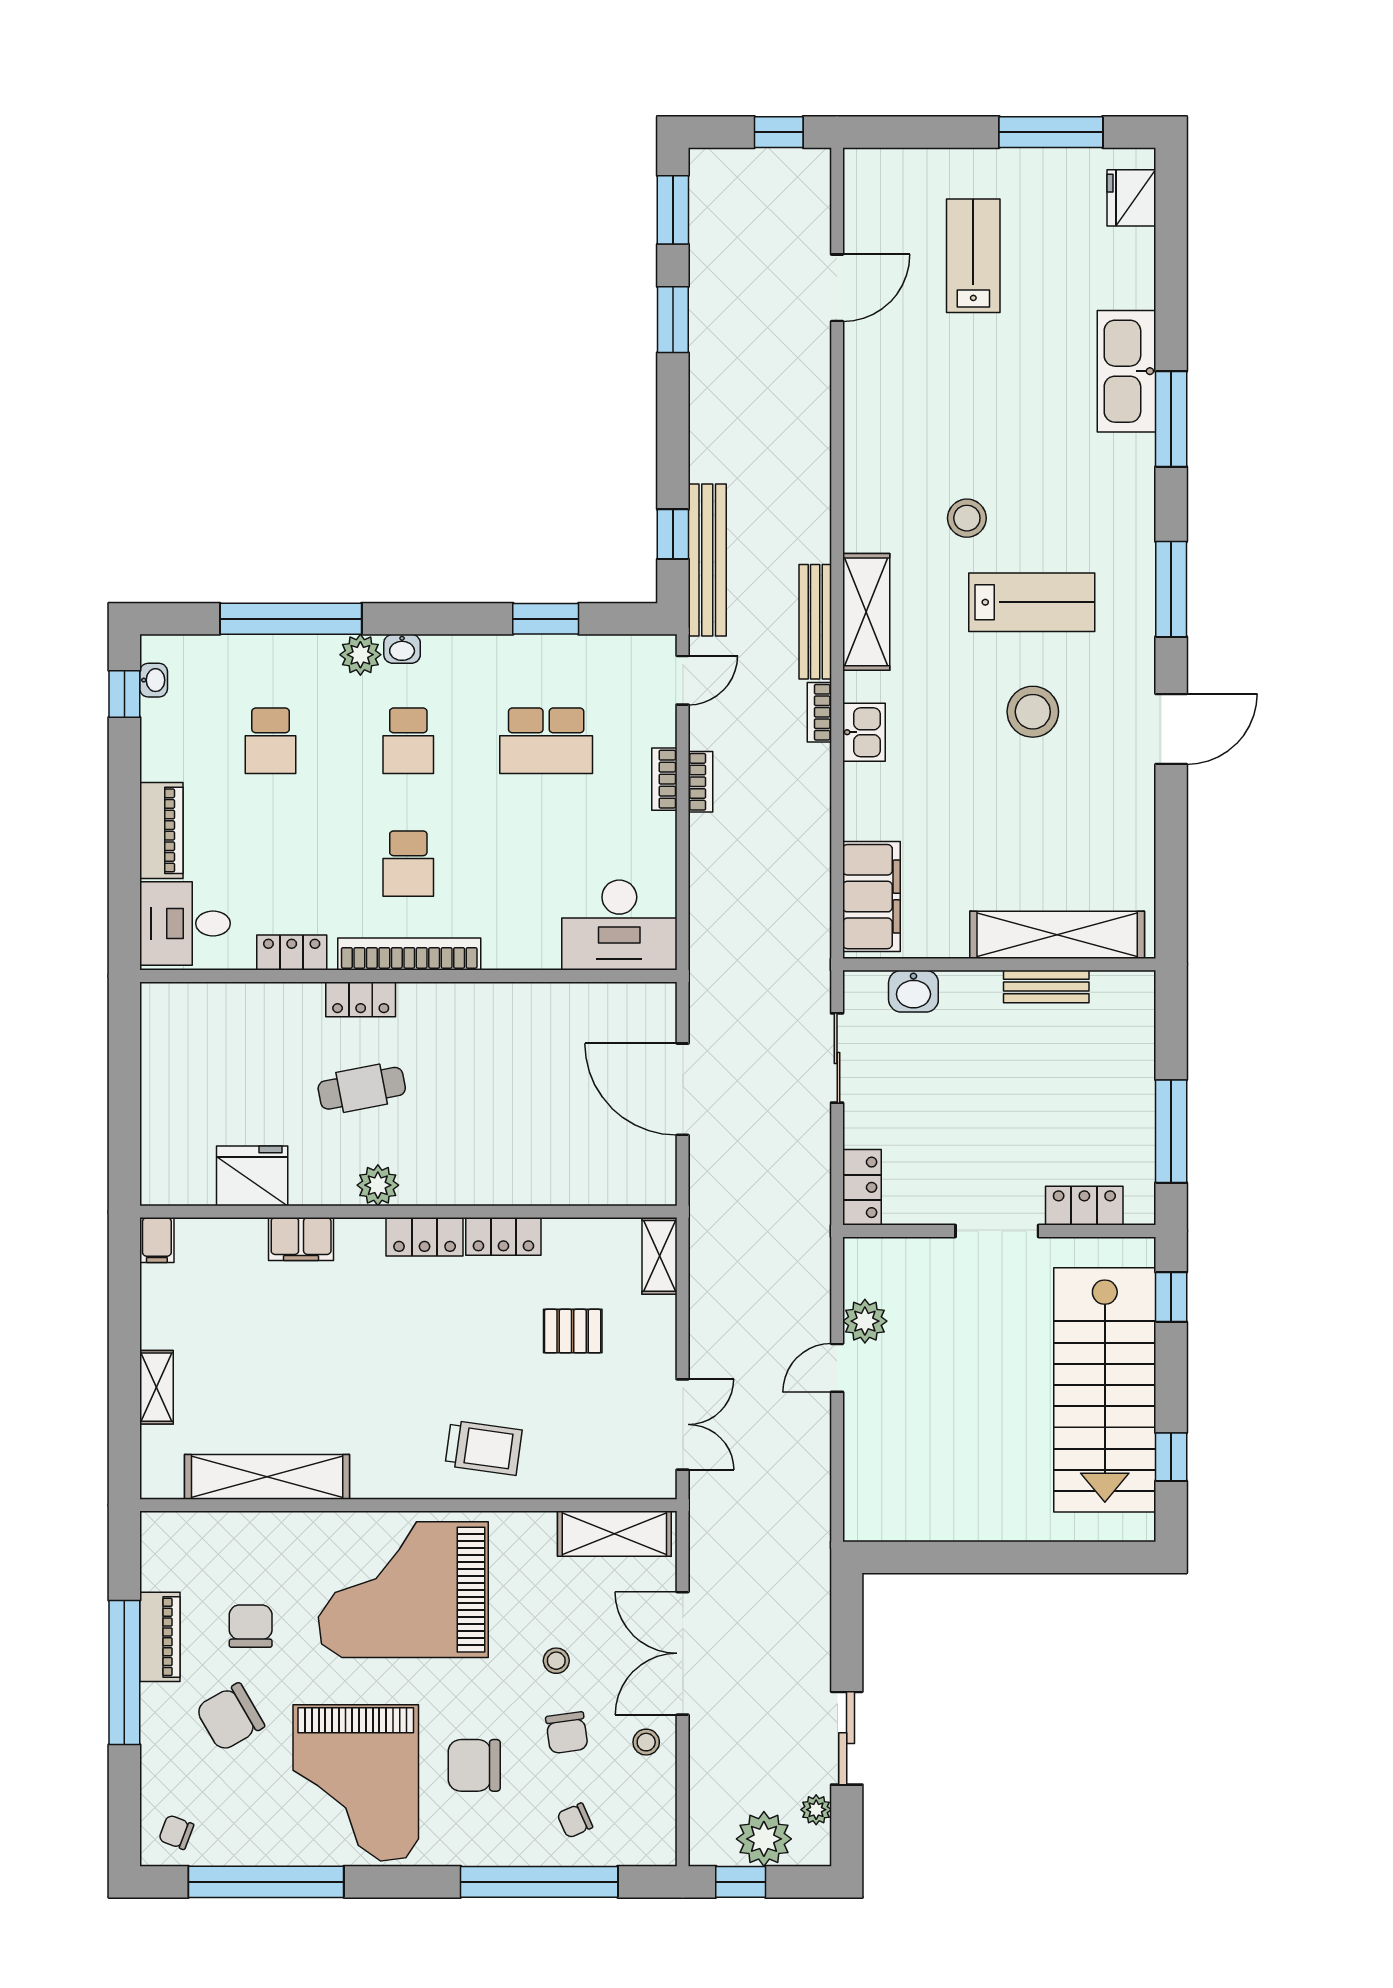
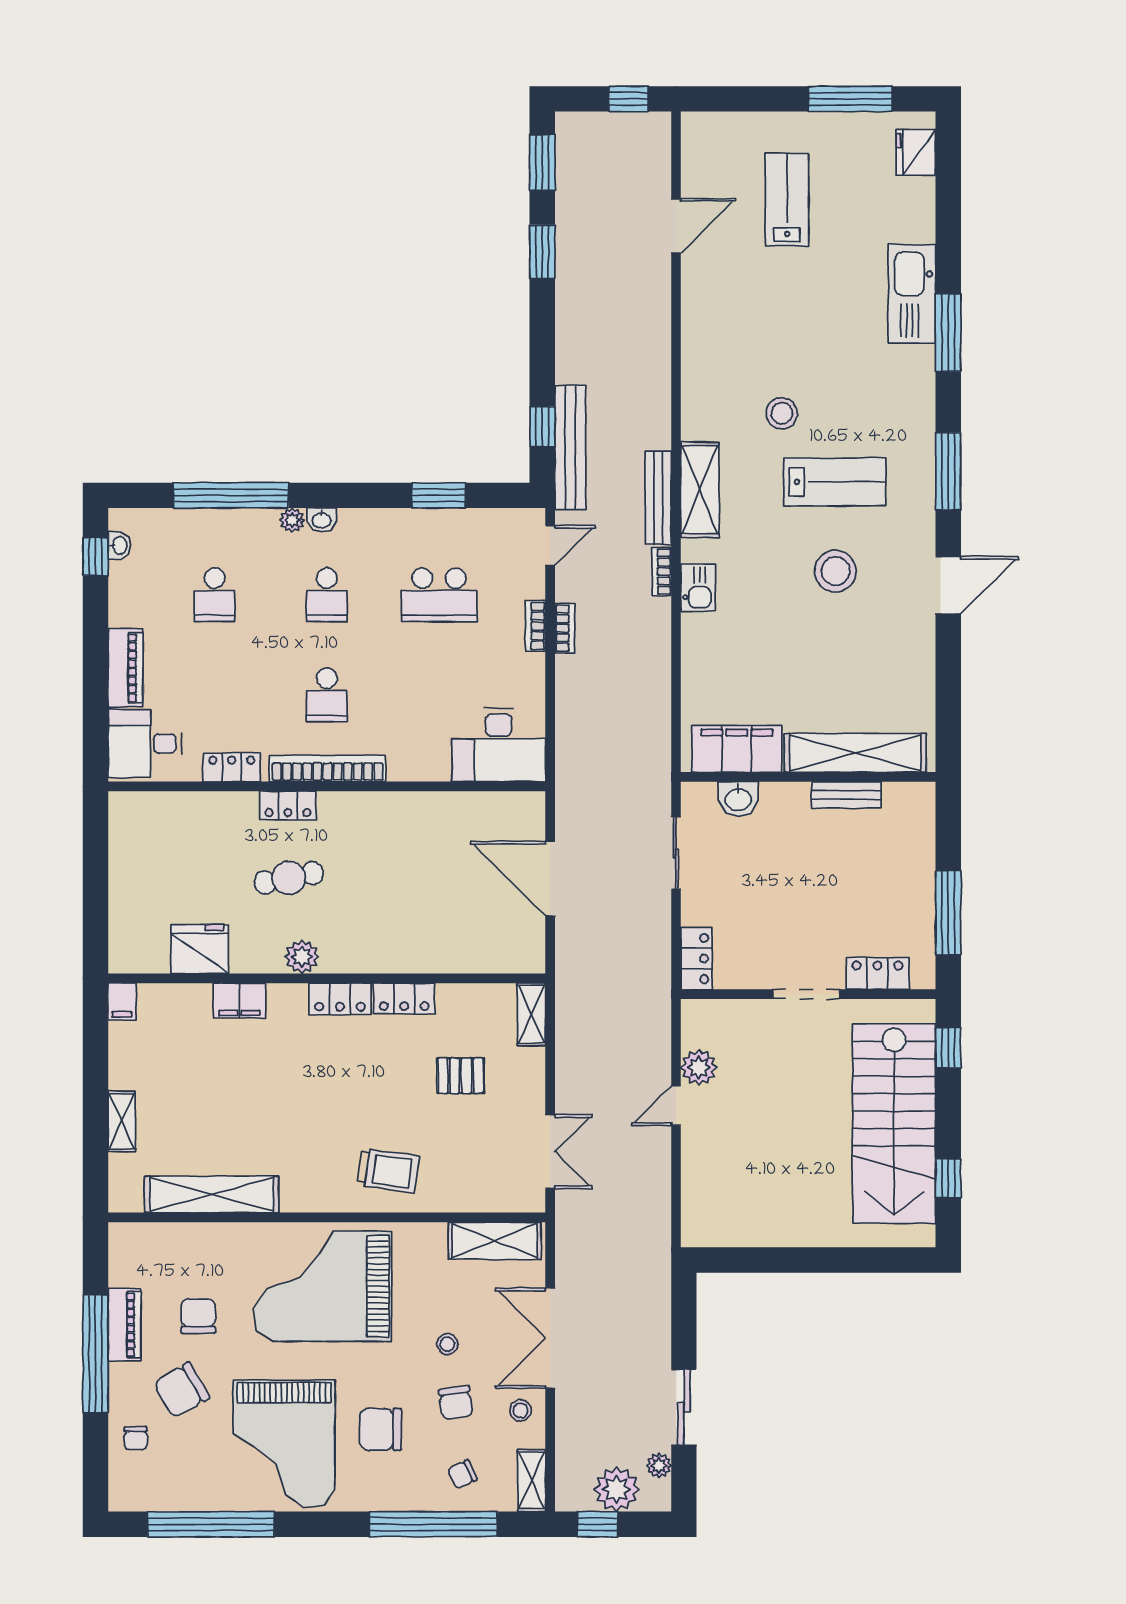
plant: (360, 655) -> (292, 520), width x0.73, depth x0.73
filing cabinet: (871, 897) -> (737, 749), moved, turned -90
shelving: (660, 1828) -> (532, 1481), added
chair: (176, 1832) -> (136, 1438), moved, turned -111

